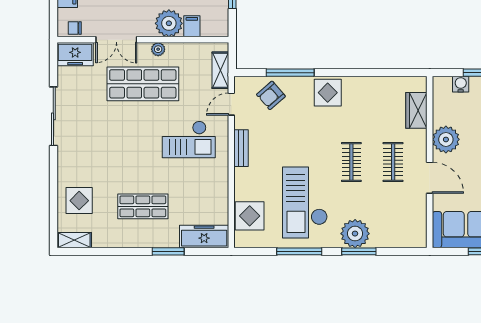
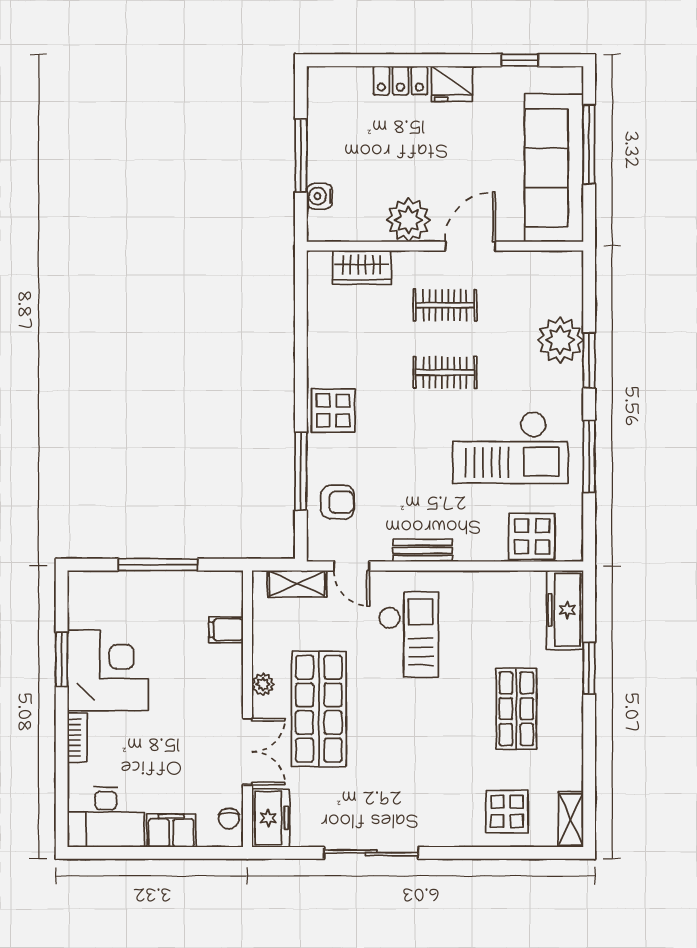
plant: (169, 23) -> (221, 667), removed
armchair: (271, 95) -> (337, 502), turned -49
plant: (355, 234) -> (560, 340), moved

